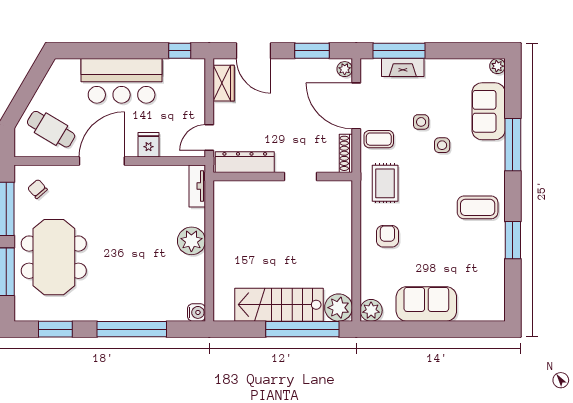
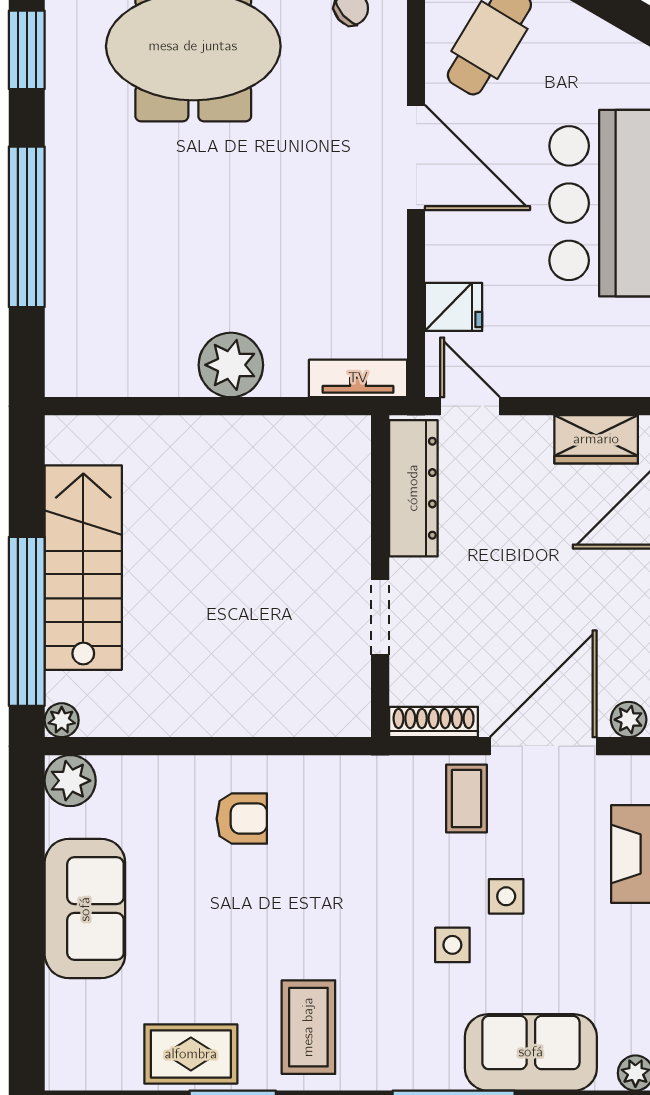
fridge: (149, 145) -> (454, 307), moved
rug: (385, 183) -> (191, 1054), moved
plant: (339, 308) -> (62, 720), width x0.53, depth x0.53
water cooler: (197, 312) -> (65, 377), removed

